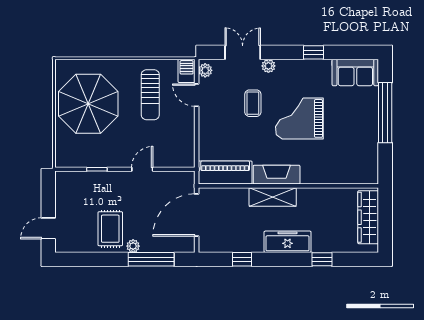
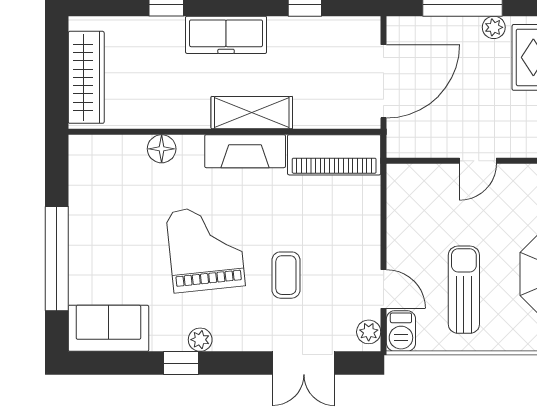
plant: (268, 66) -> (200, 340), moved
grand piano: (299, 118) -> (205, 249), turned -96
floor lamp: (325, 176) -> (162, 149), added

